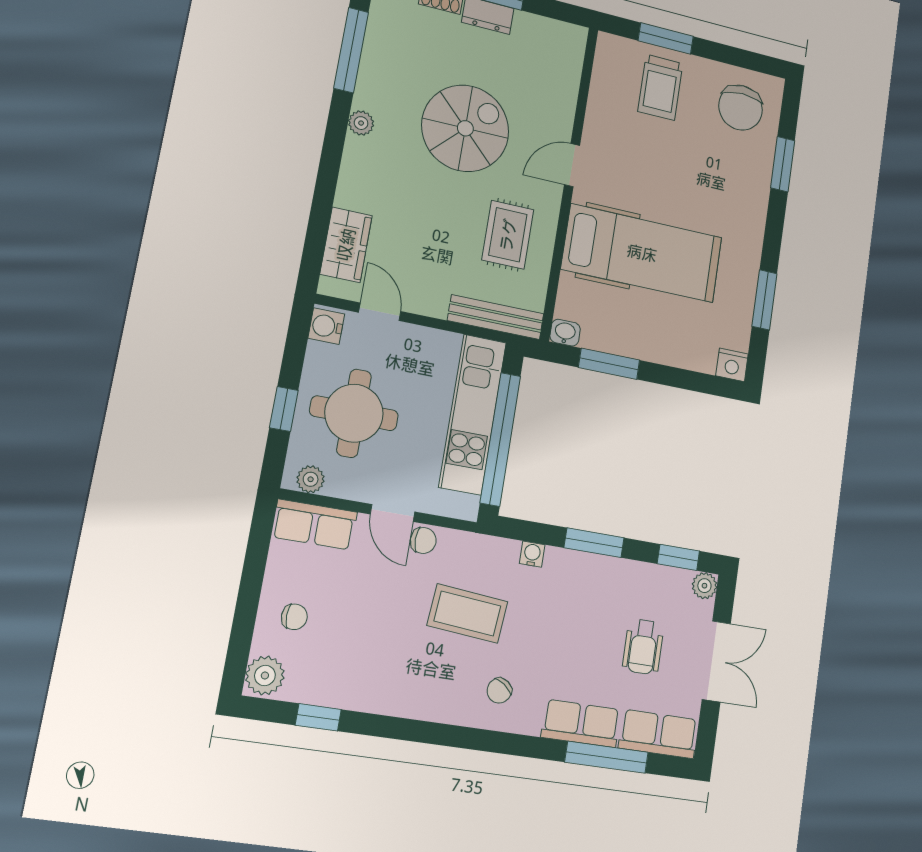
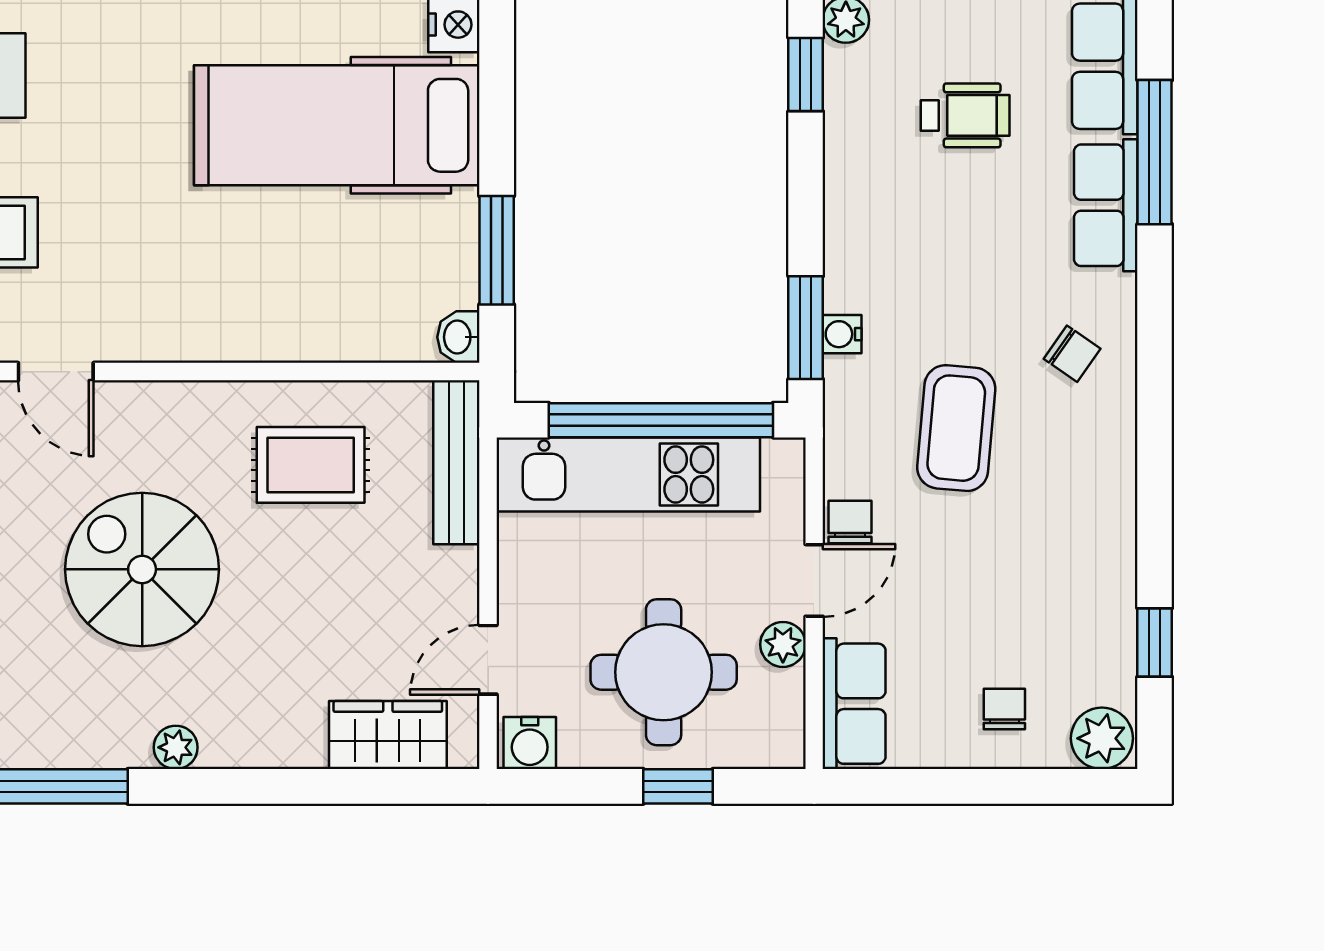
door: (572, 165) -> (56, 372), moved
hospital bed: (642, 253) -> (337, 125), moved, turned -90
plant: (311, 479) -> (783, 644), moved
window: (594, 543) -> (806, 328), moved

